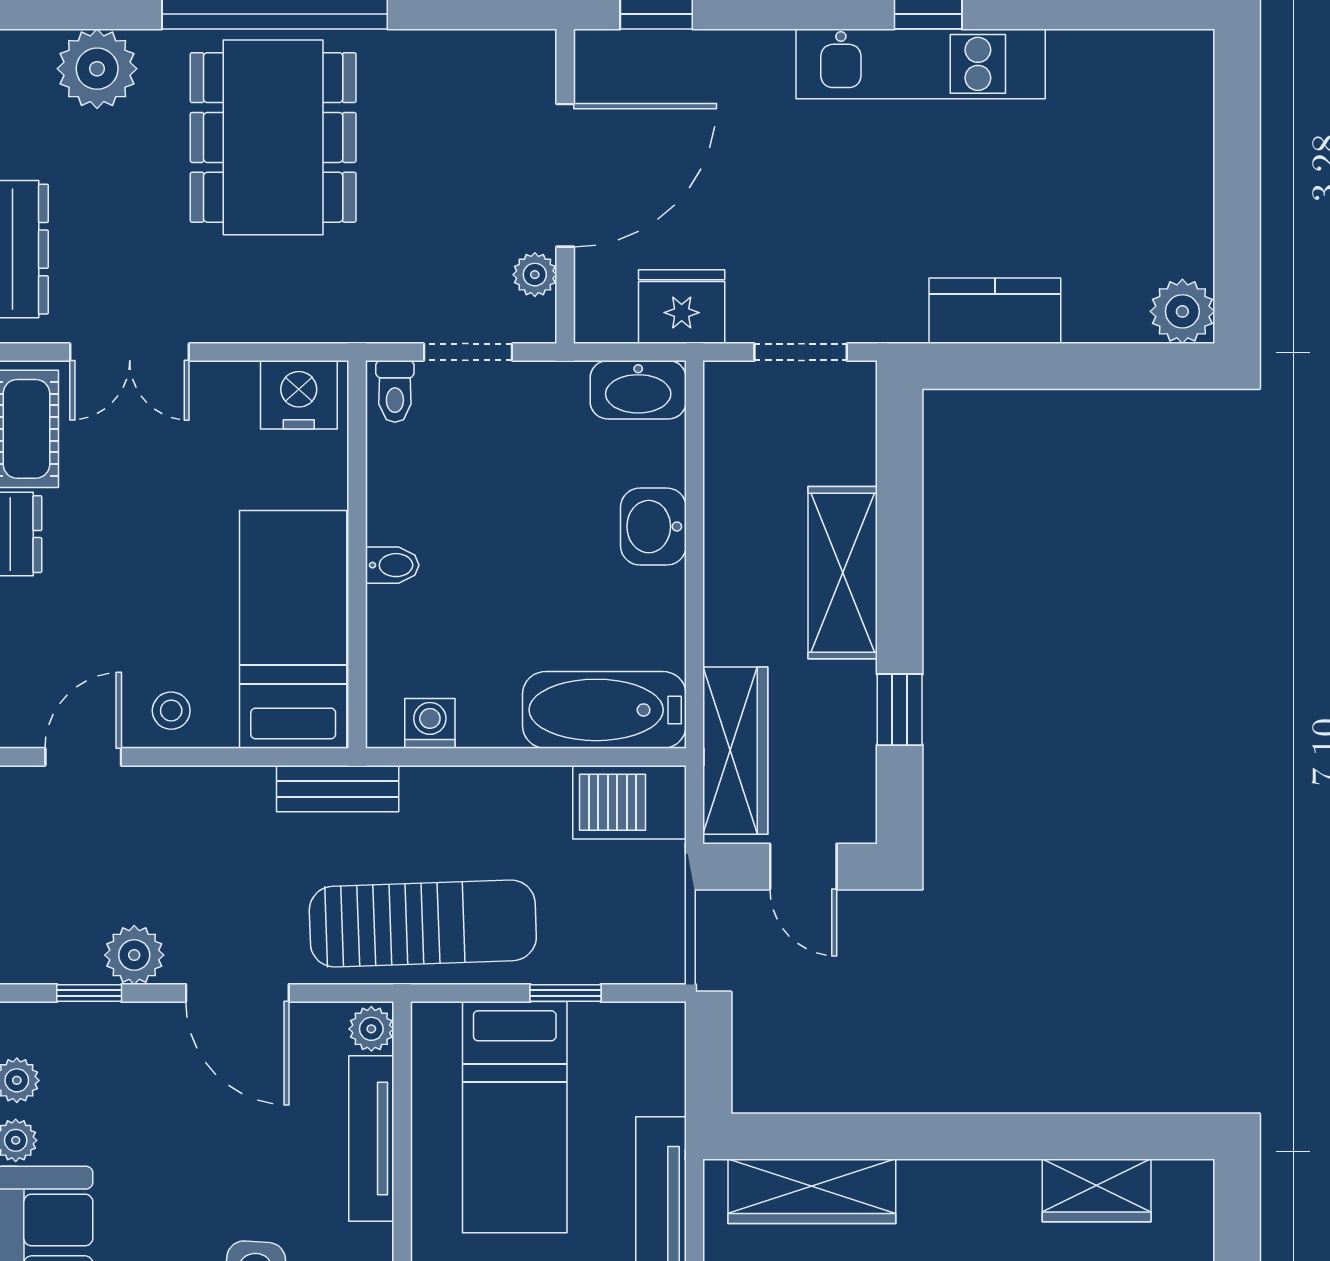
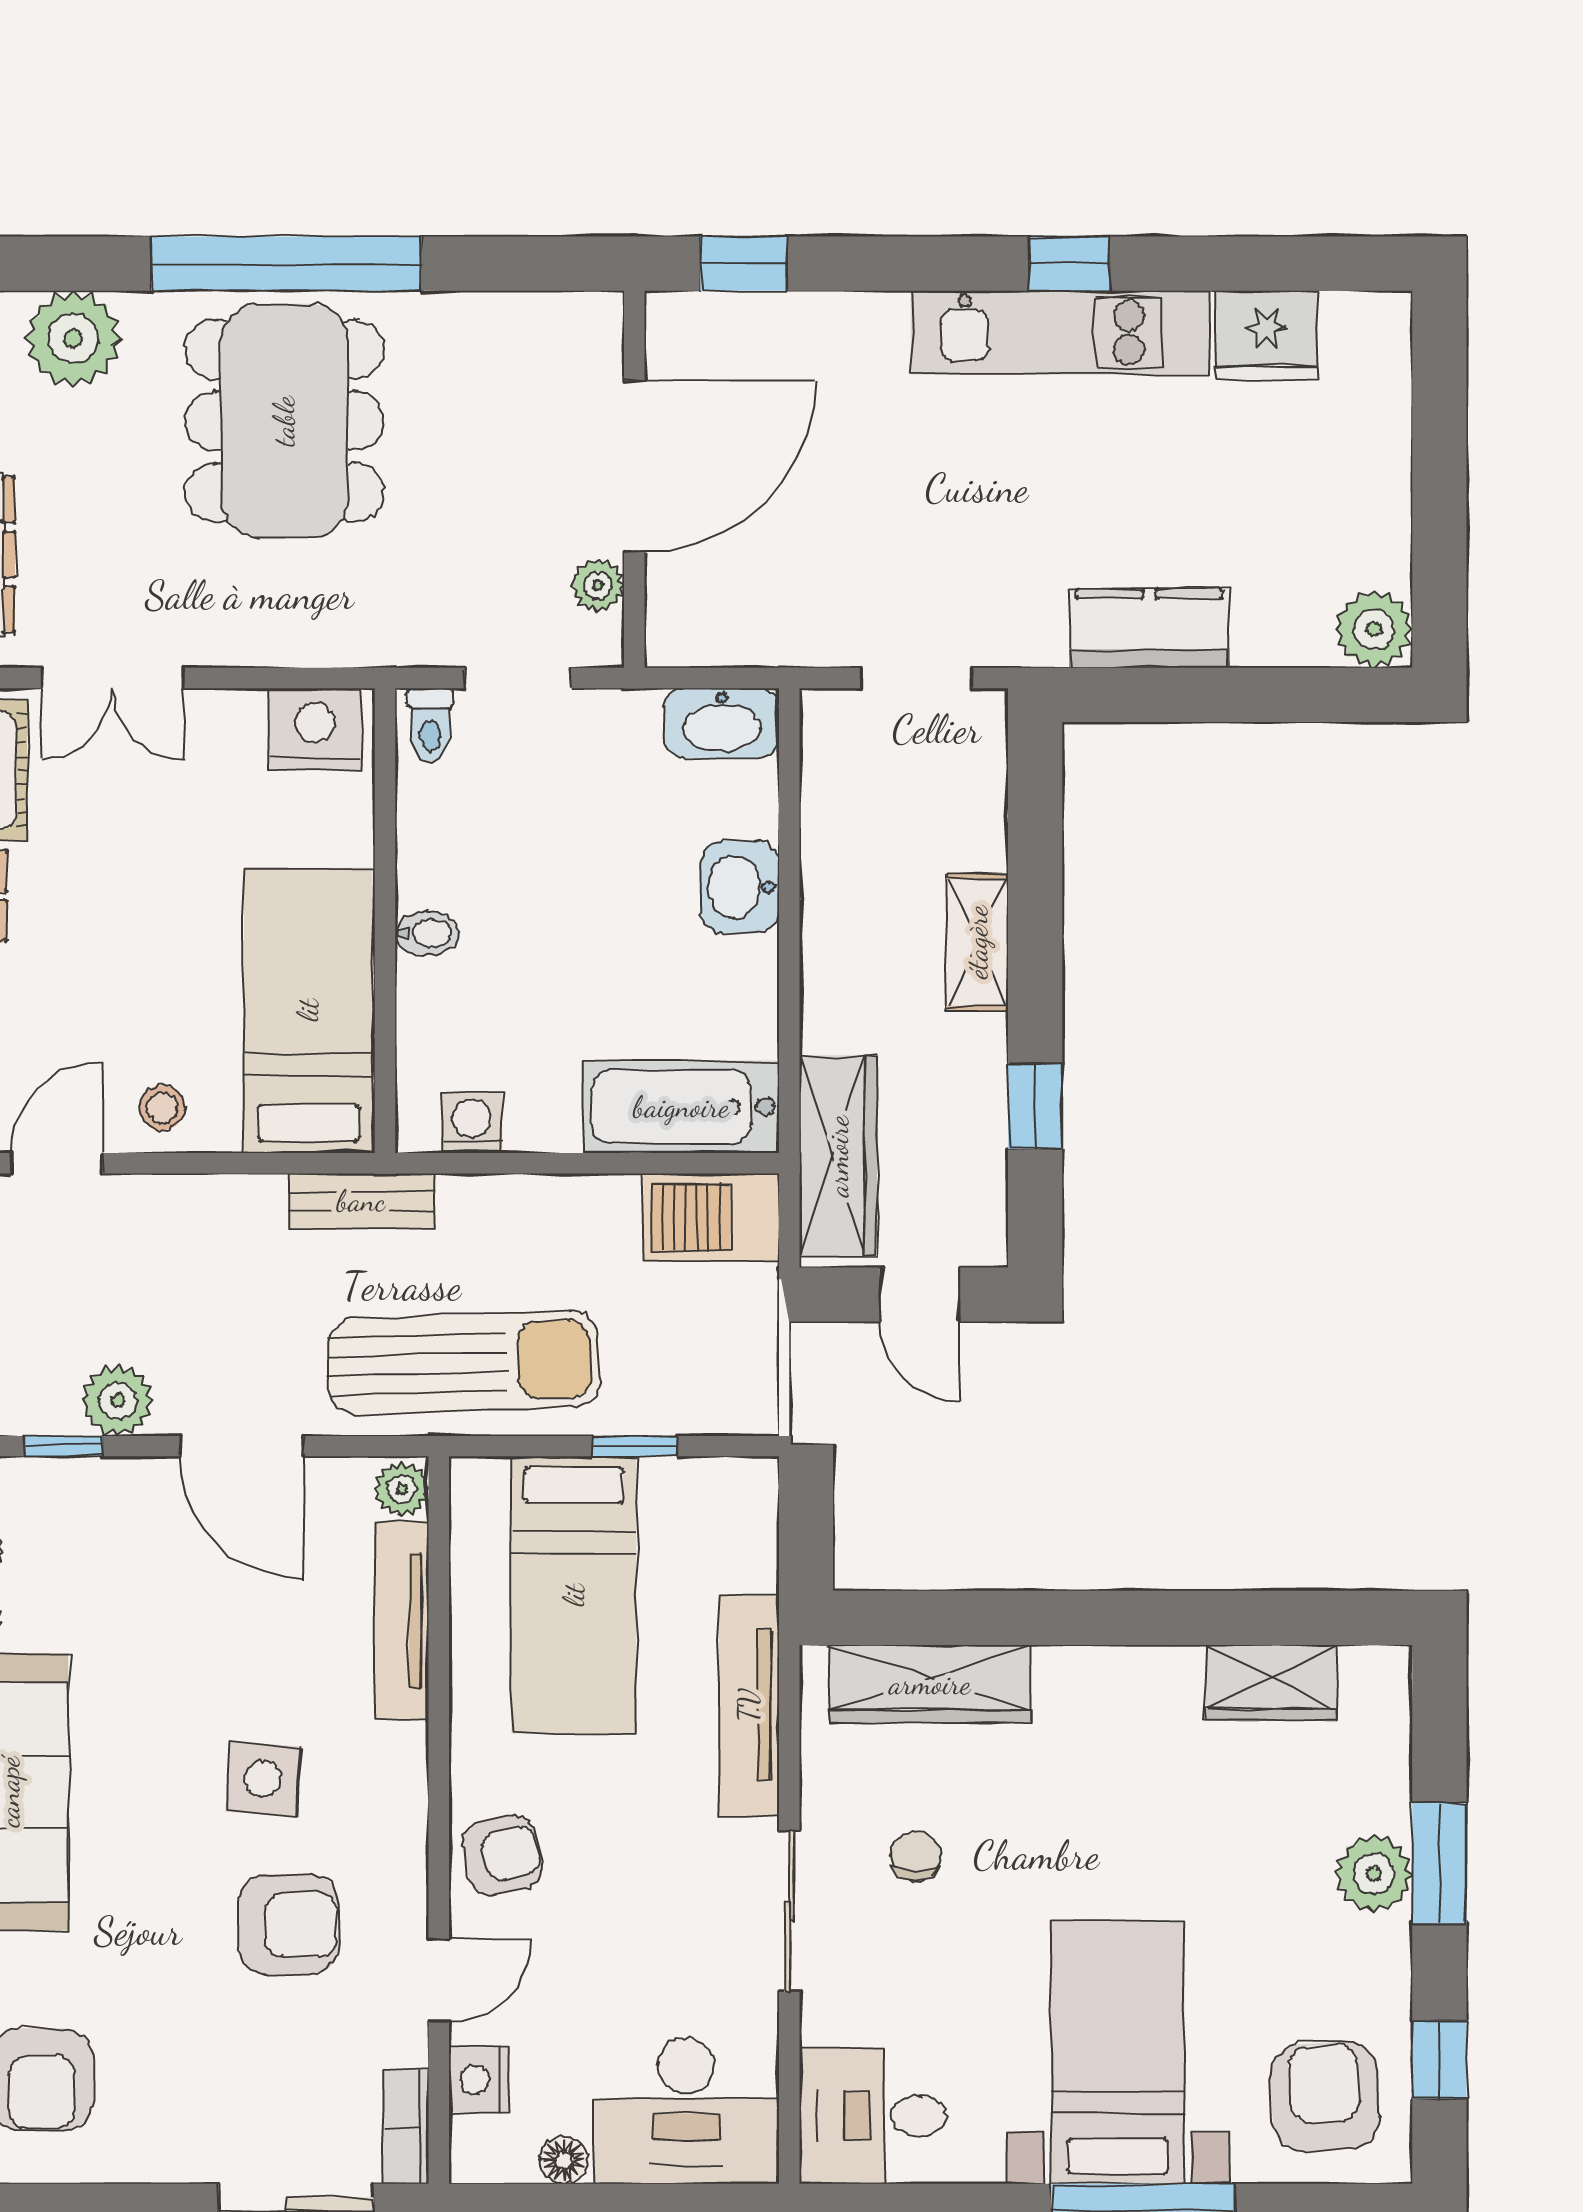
fridge: (682, 307) -> (1266, 335), moved, turned 180
shelving: (843, 573) -> (977, 942), width x0.67, depth x0.75

